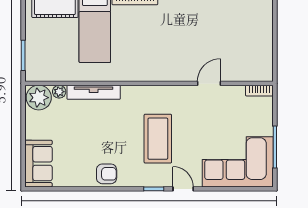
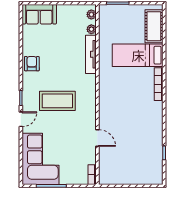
plant: (39, 98) -> (91, 14), width x0.53, depth x0.53
armchair: (107, 174) -> (32, 64), turned 180

